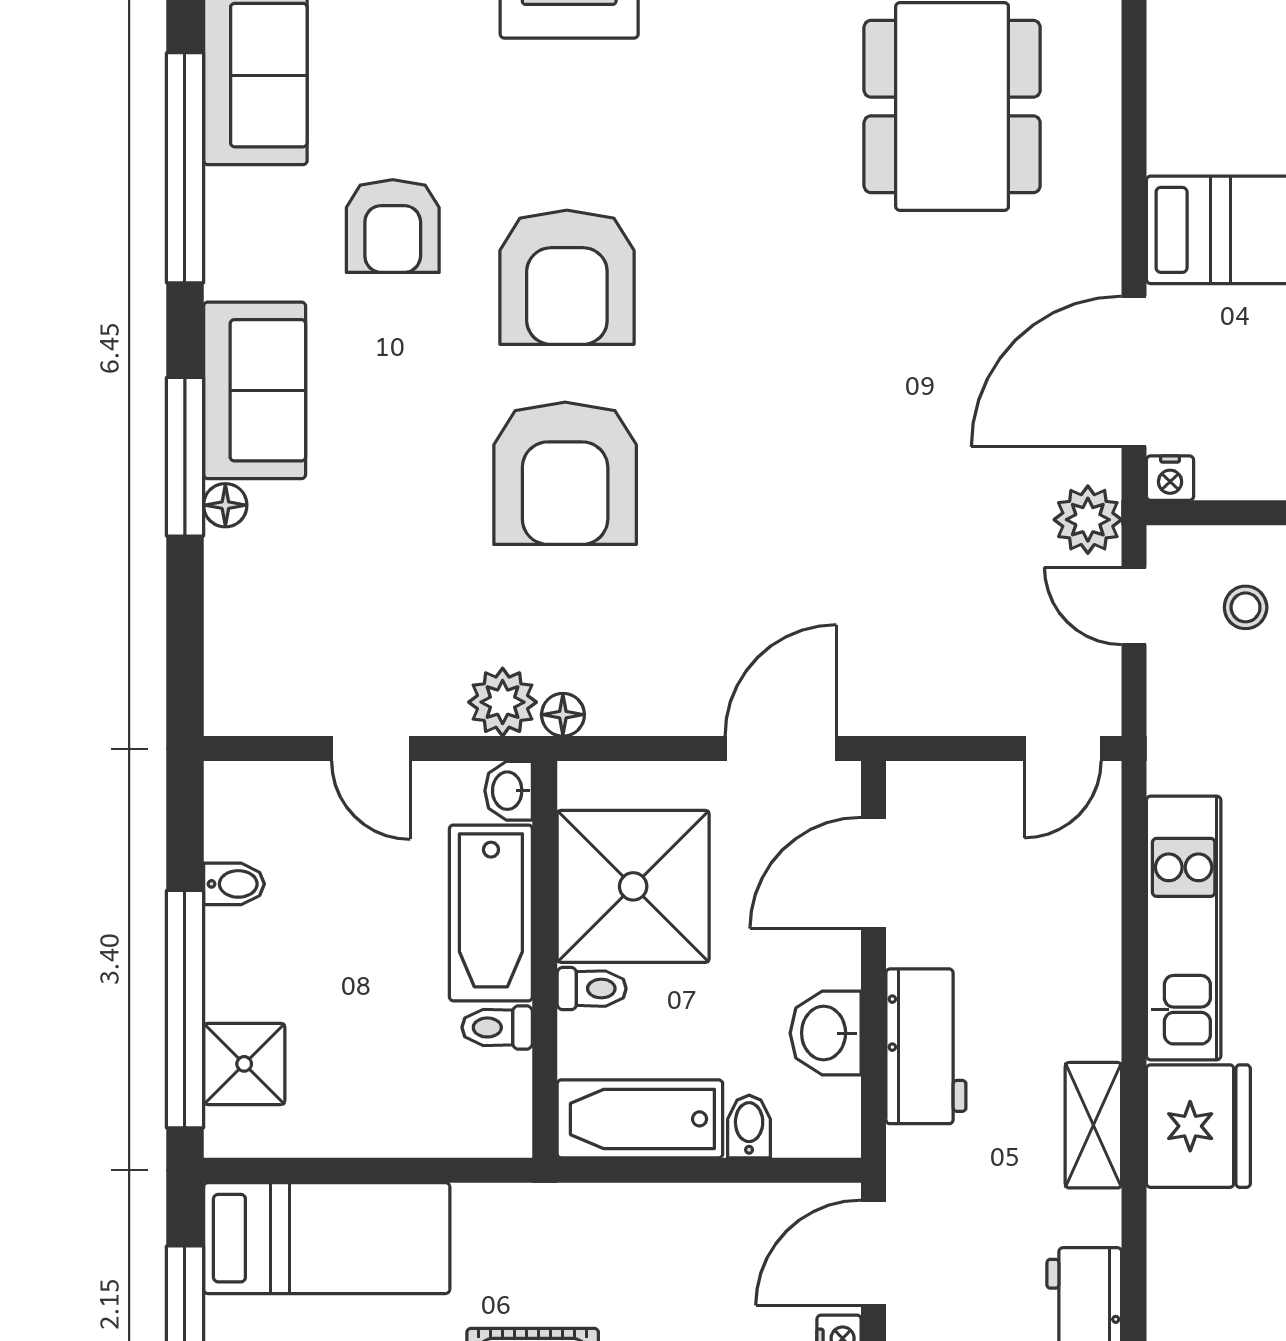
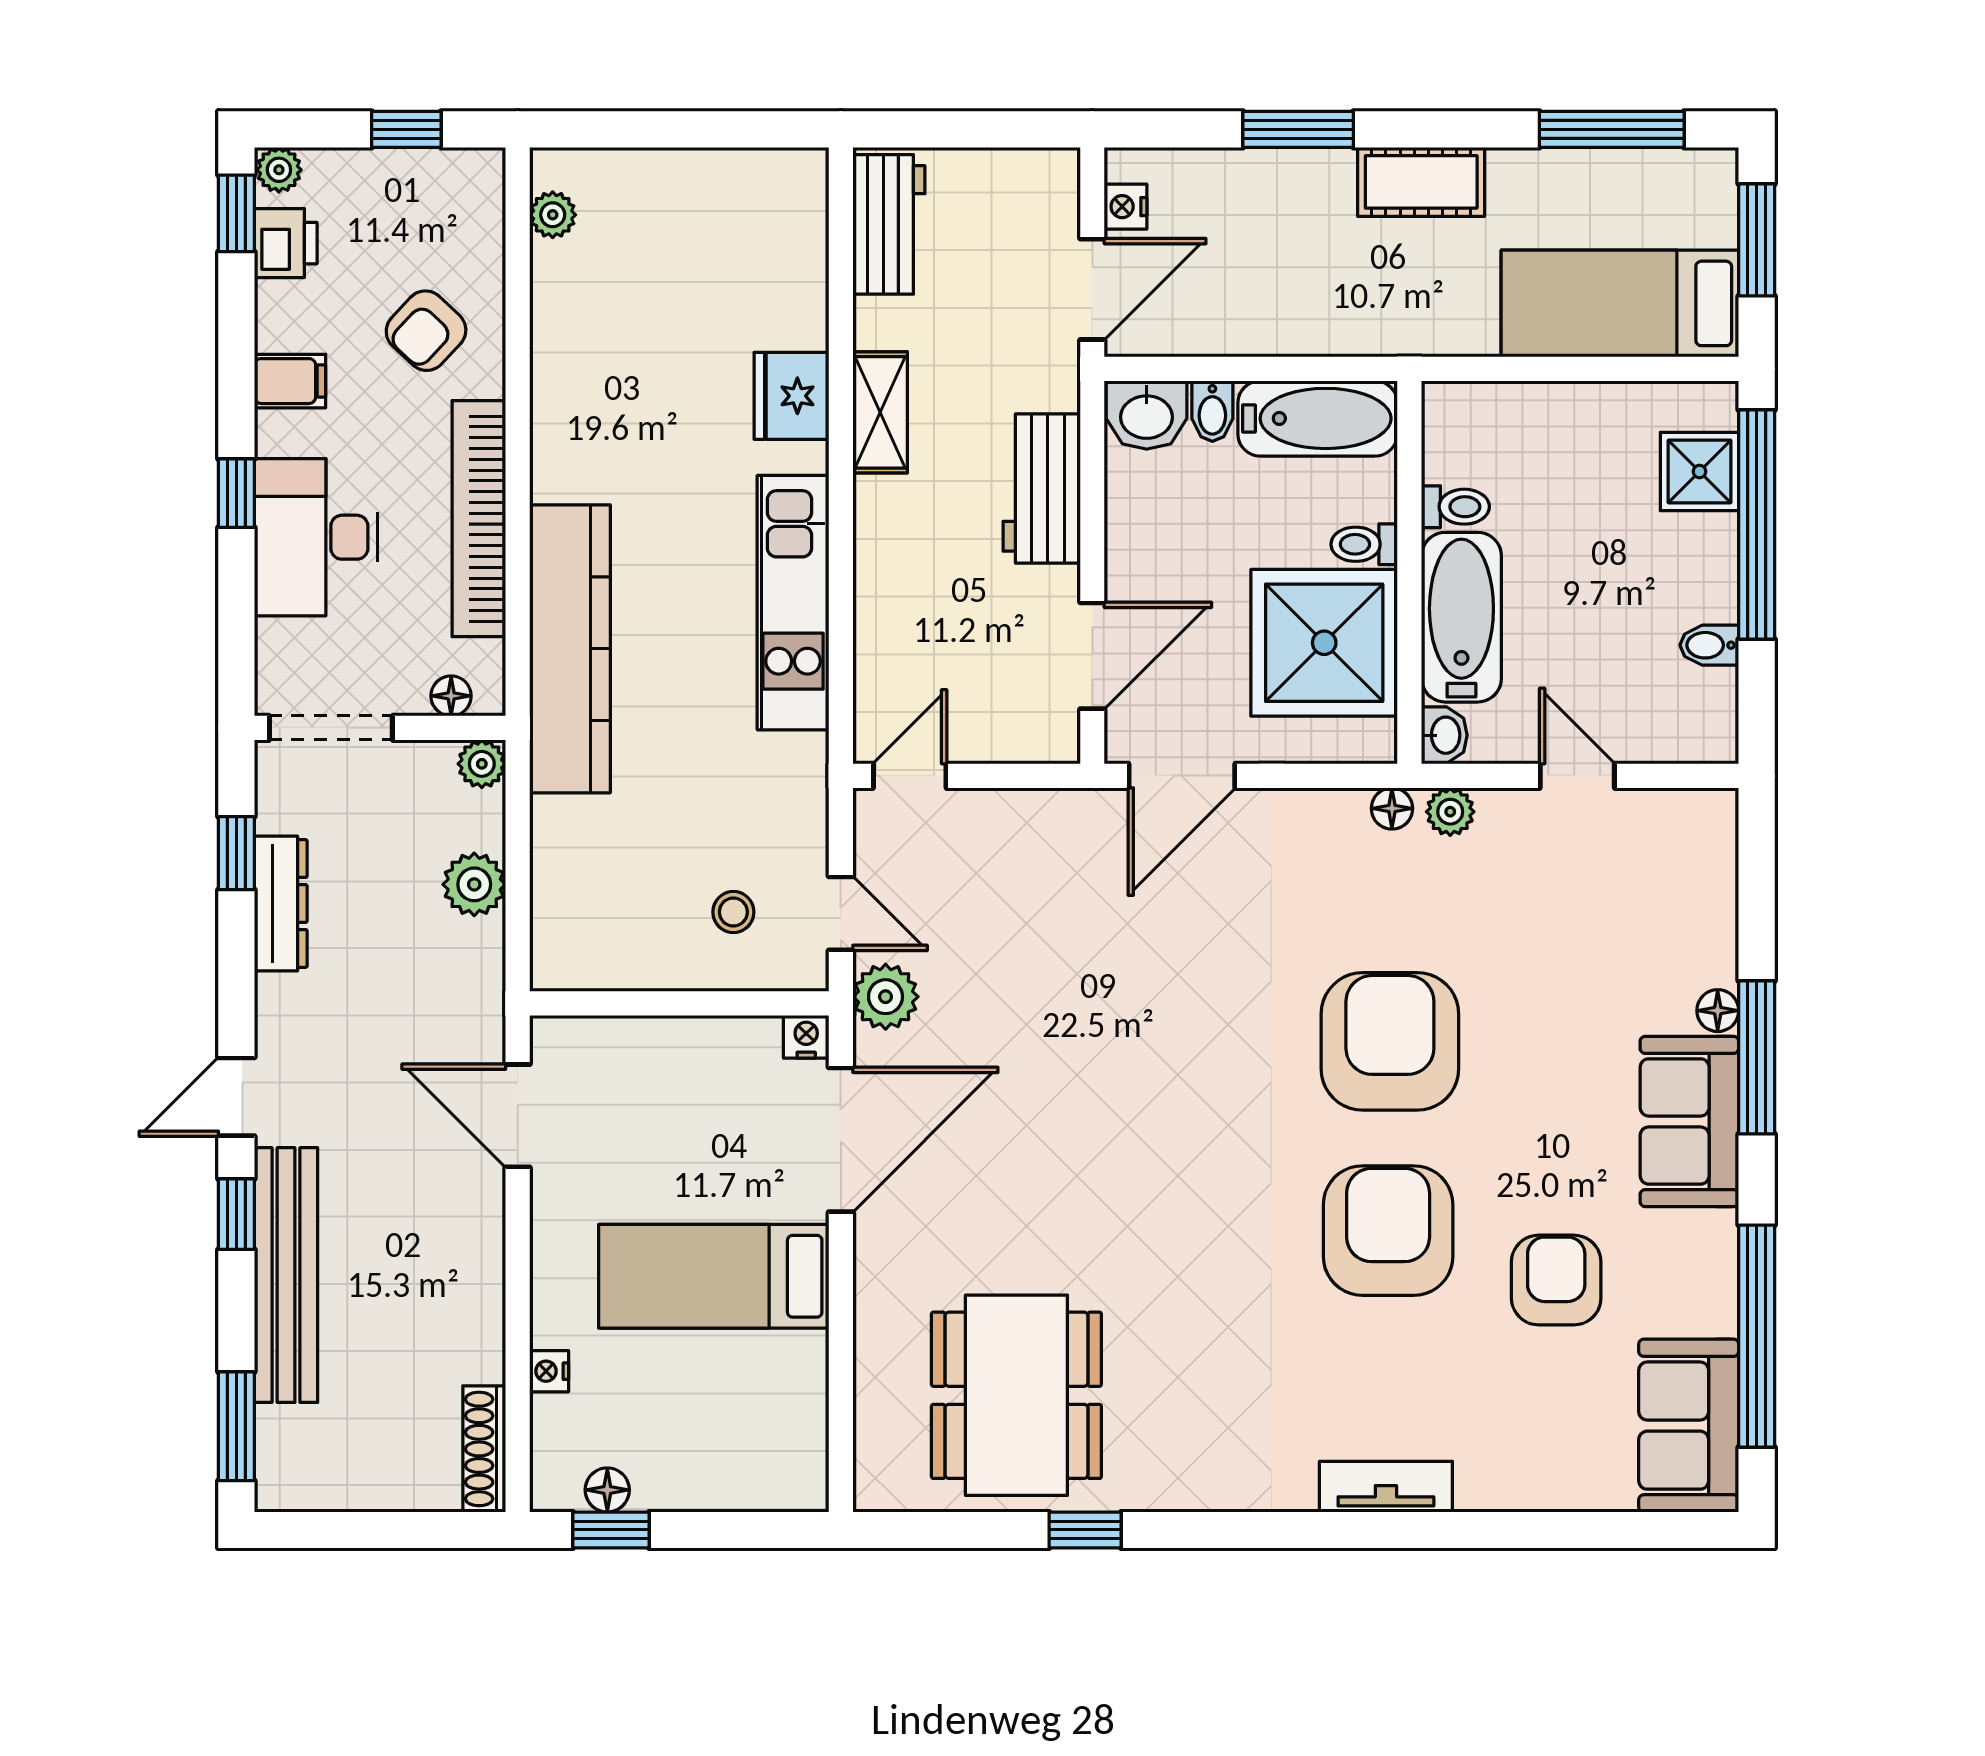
plant: (503, 702) -> (1450, 812), width x0.73, depth x0.73
washbasin: (826, 1033) -> (1147, 415), moved, turned 90
fridge: (1198, 1126) -> (791, 396), width x0.73, depth x0.75

